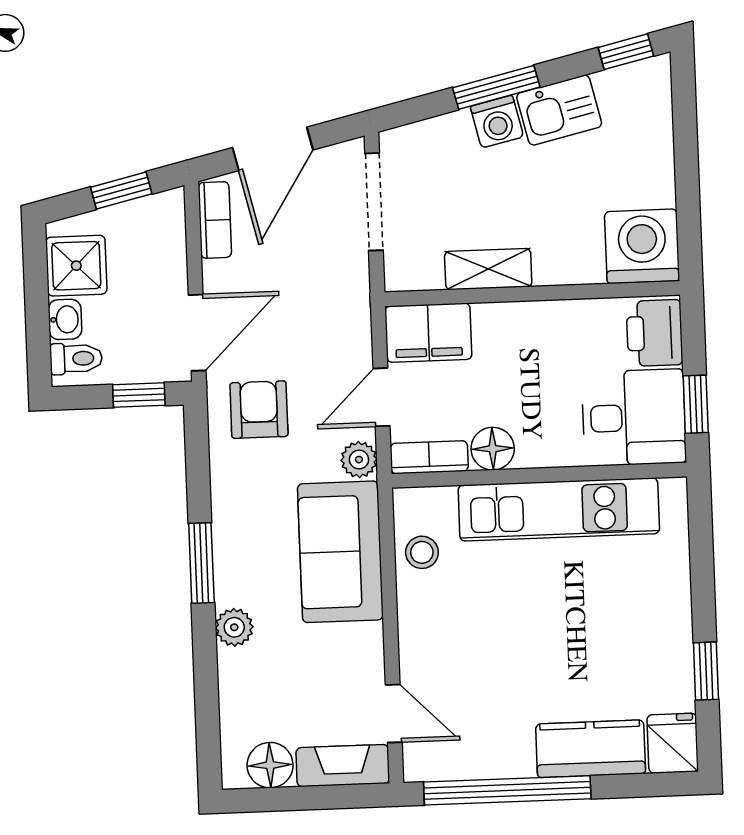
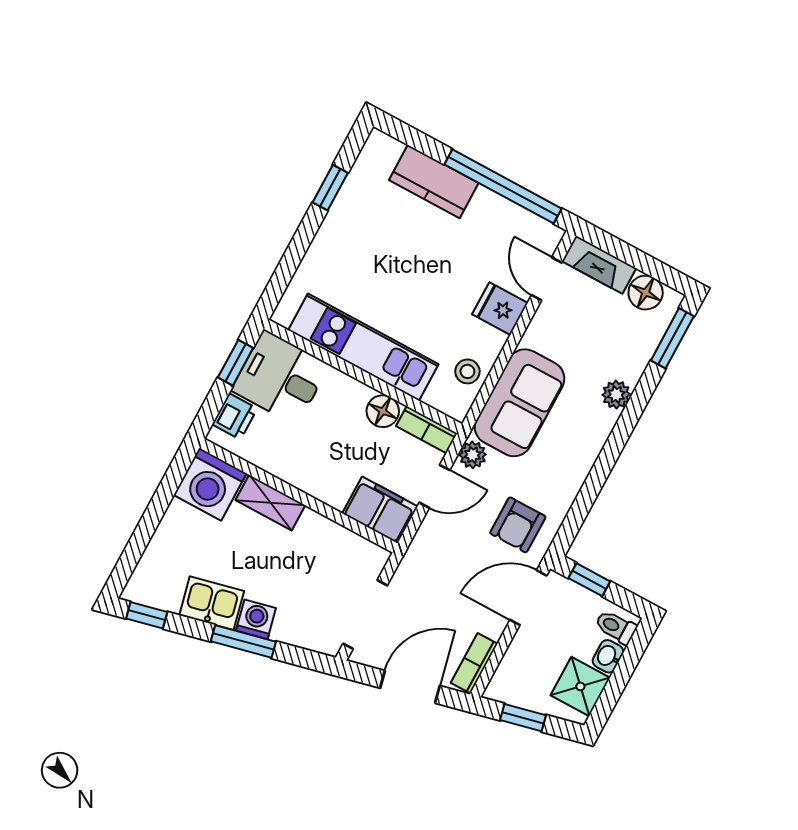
shelving: (488, 269) -> (270, 503), moved
printer: (655, 333) -> (235, 416), width x0.73, depth x0.81
window: (201, 563) -> (672, 338), moved
fridge: (673, 743) -> (500, 309), moved, turned 90

